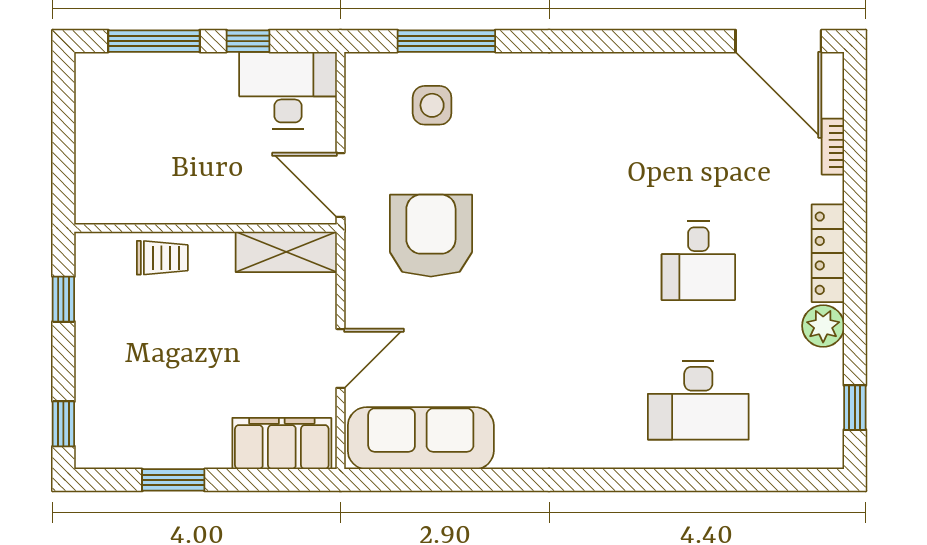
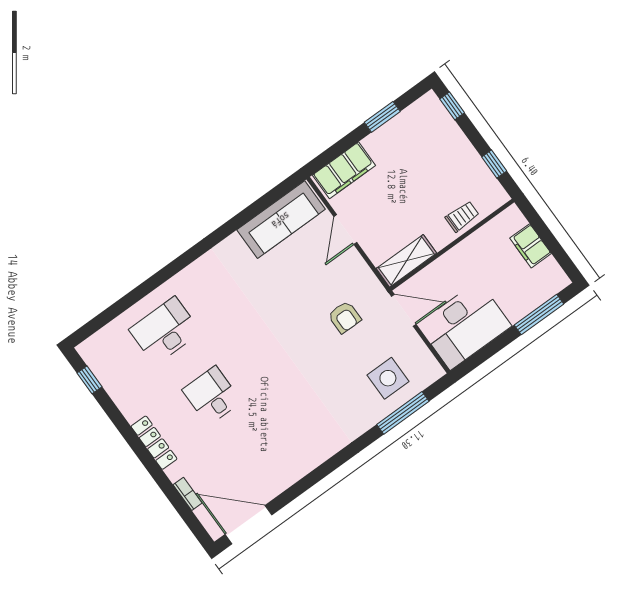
window: (248, 41) -> (495, 346), removed
desk: (288, 90) -> (464, 325), width x1.36, depth x1.30
side table: (432, 105) -> (388, 378), width x1.37, depth x1.37
filing cabinet: (96, 147) -> (530, 246), added
armchair: (431, 236) -> (345, 317), width x0.53, depth x0.53
trolley: (162, 258) -> (462, 216), turned 180
plant: (823, 326) -> (132, 407), removed

